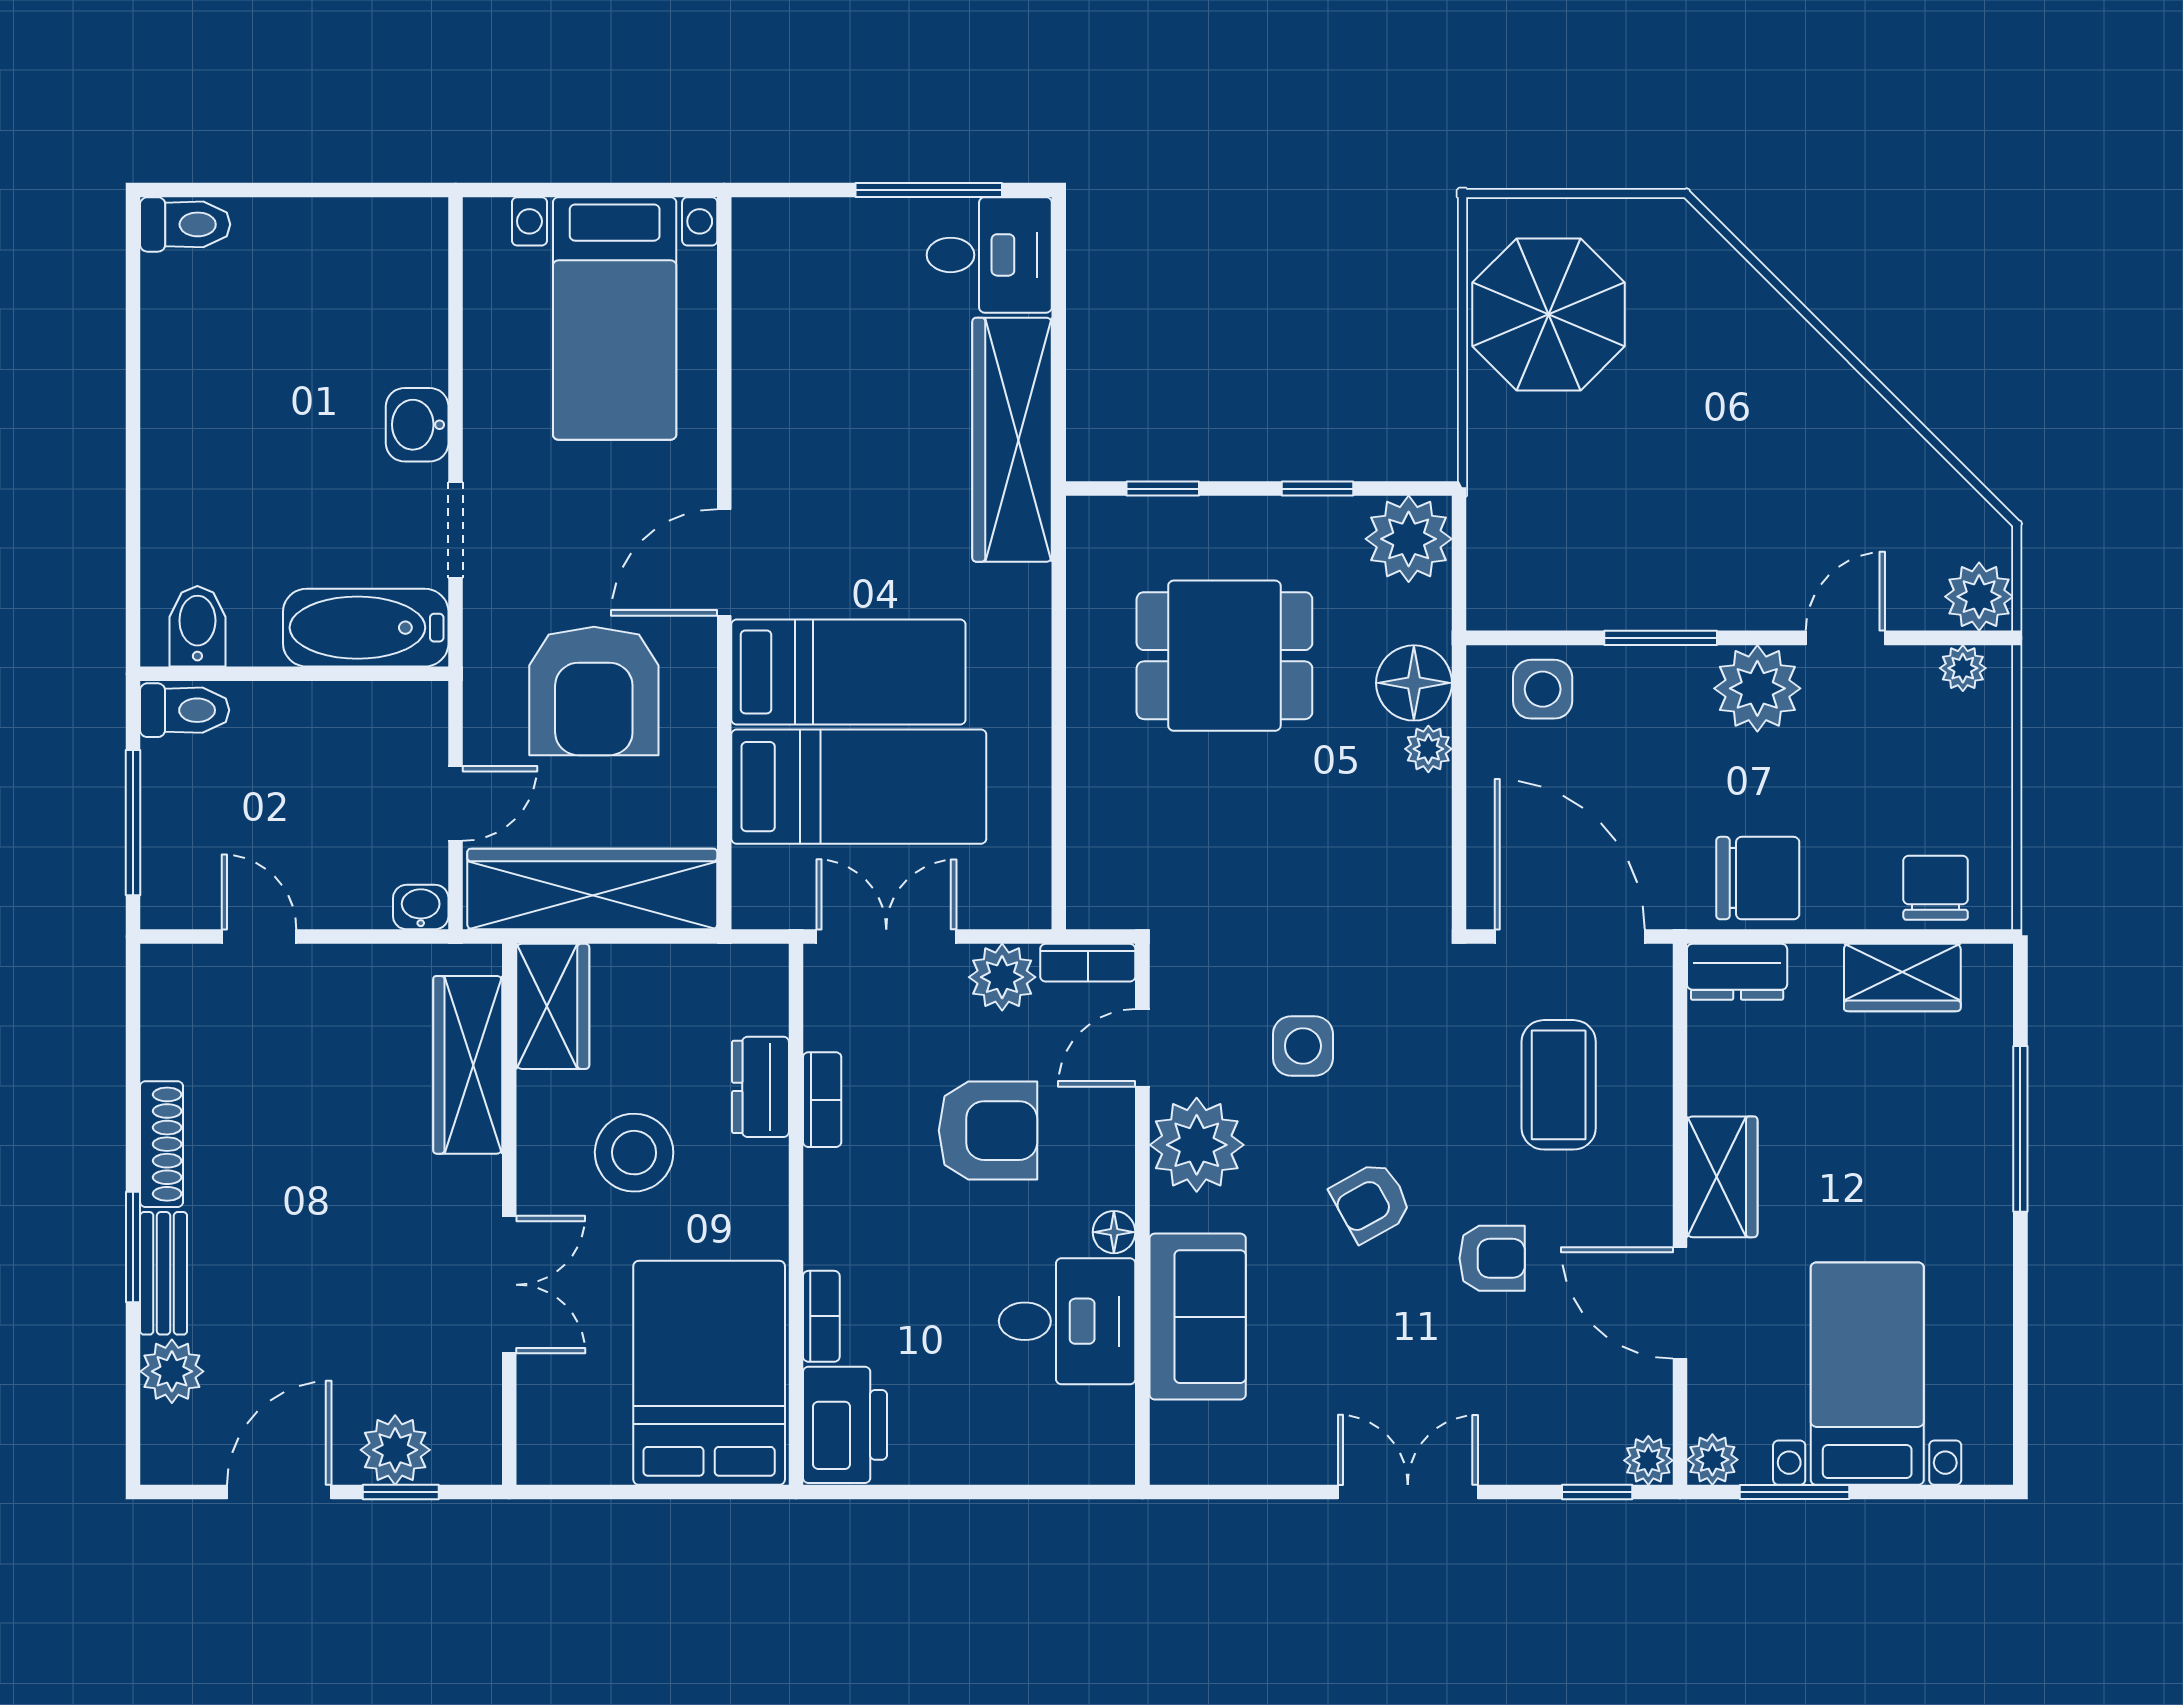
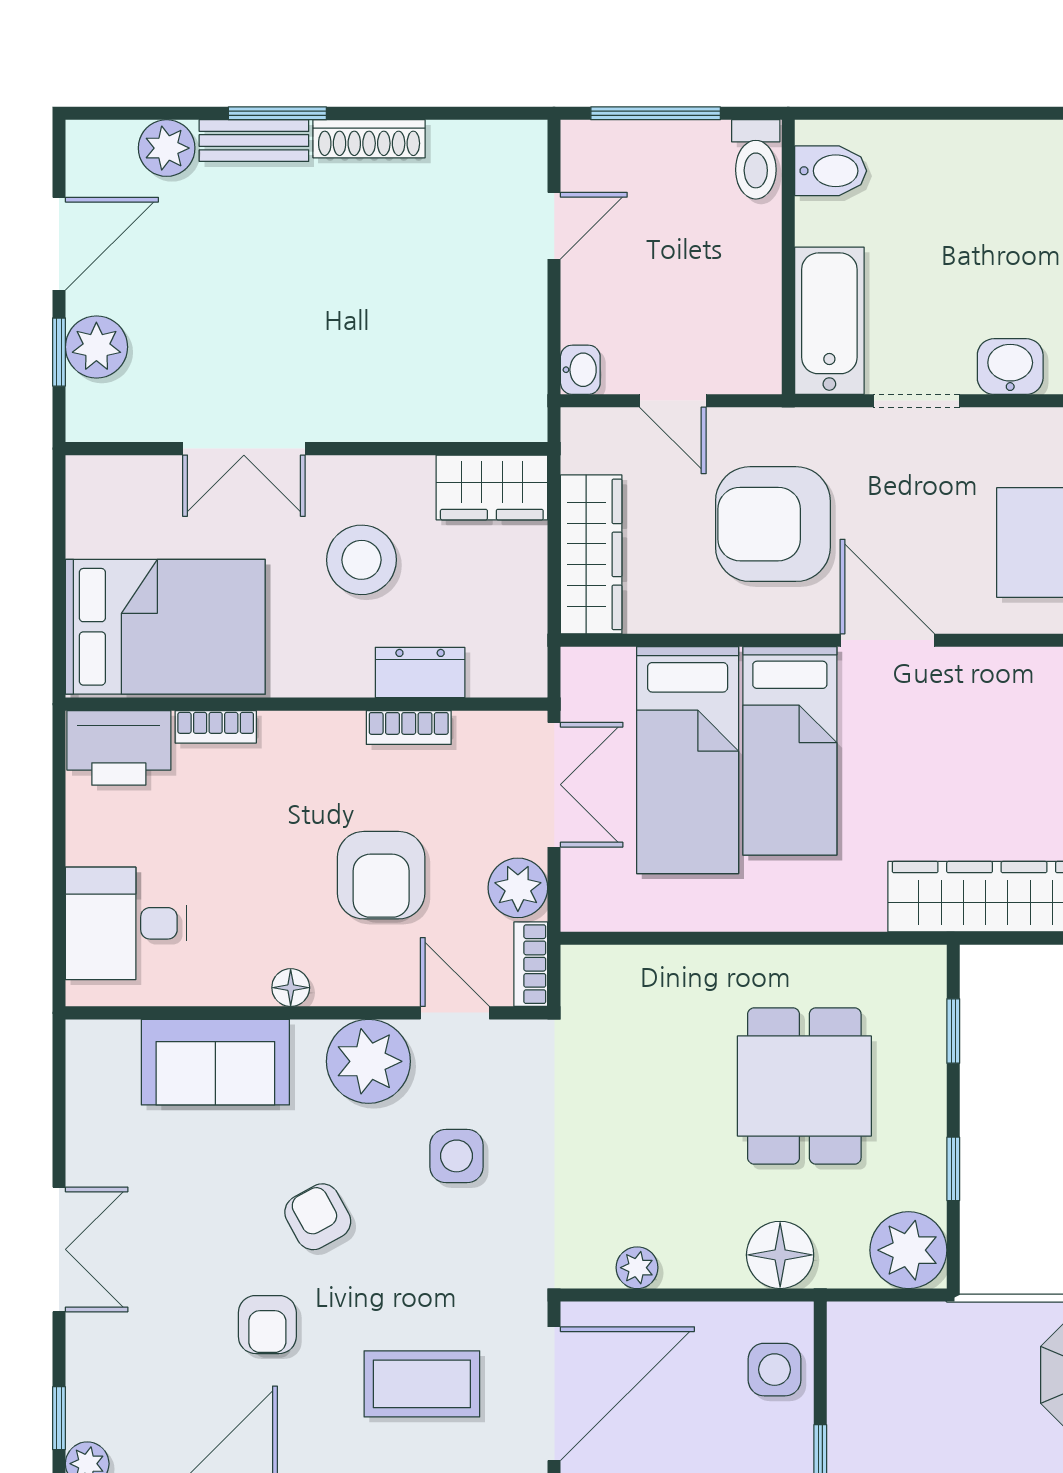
plant: (1428, 749) -> (637, 1268), moved
wardrobe: (592, 889) -> (591, 554), width x0.71, depth x0.85
wardrobe: (468, 1065) -> (440, 412), removed
desk: (1067, 1321) -> (126, 923), moved, turned 90
door: (279, 1492) -> (59, 244), hinge flipped

